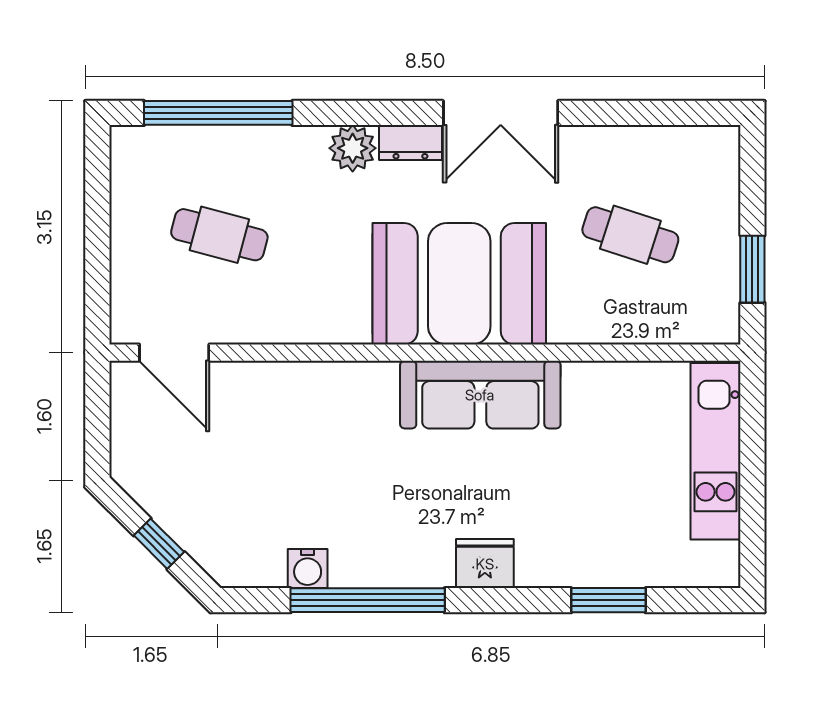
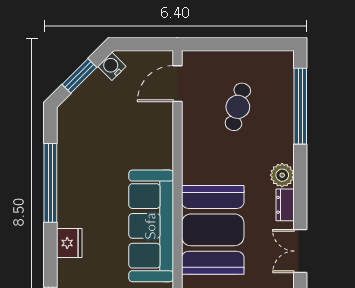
double door: (501, 113) -> (300, 251), width x0.73
sofa: (480, 395) -> (151, 226), width x1.36, depth x1.27
window: (159, 544) -> (79, 76), width x1.50
water cooler: (308, 569) -> (112, 66), moved, turned 45

